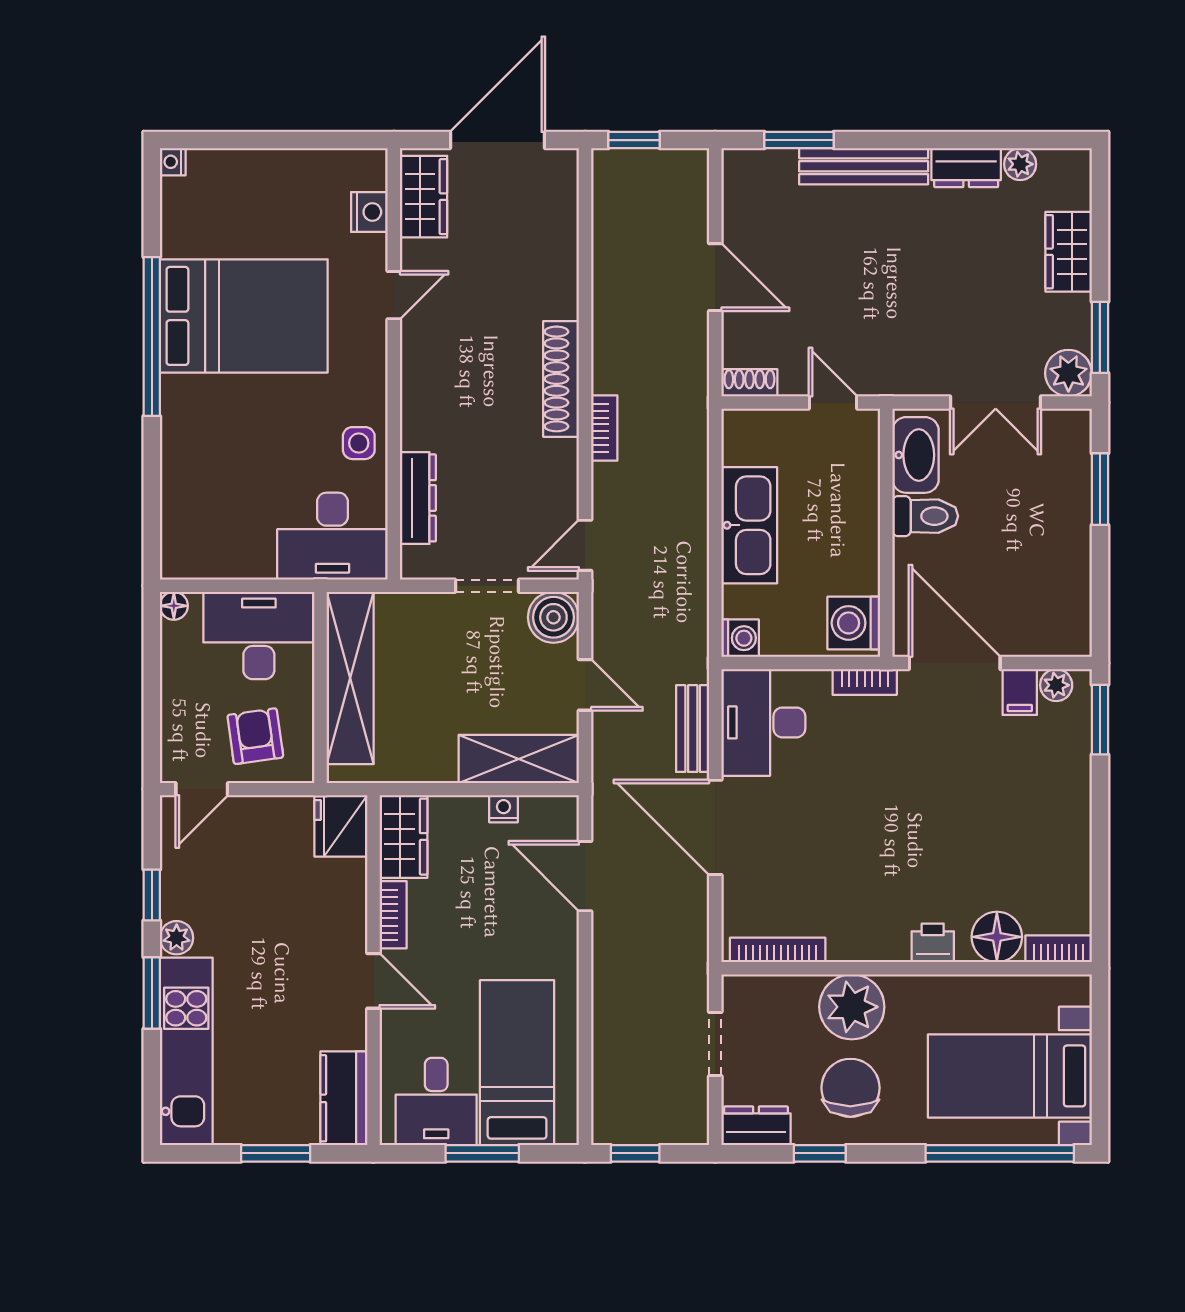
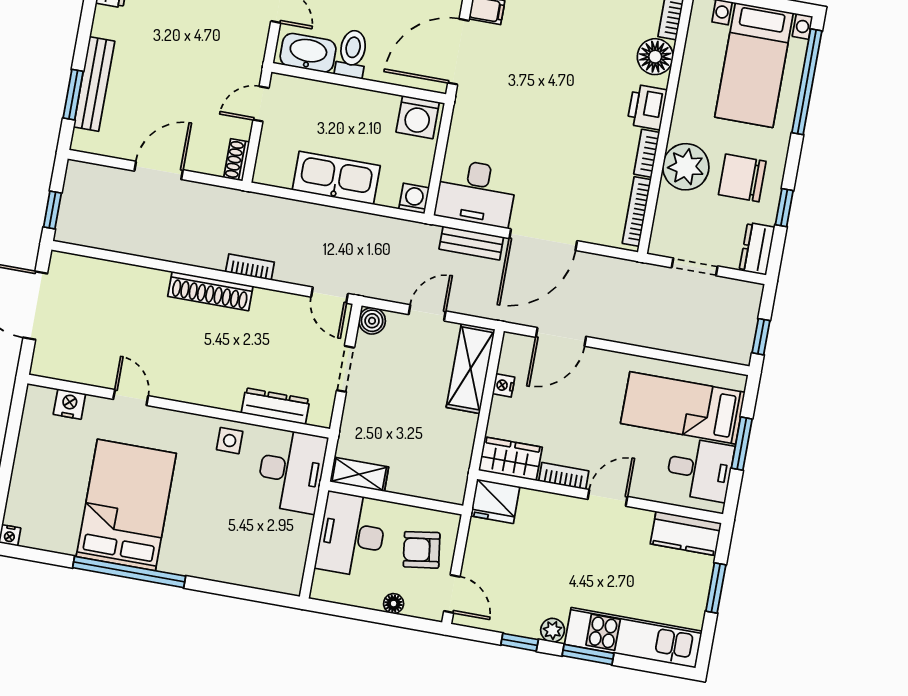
bench: (864, 166) -> (94, 84), moved
wardrobe: (424, 197) -> (66, 364), removed
floor lamp: (174, 606) -> (394, 604), moved
boiler: (553, 617) -> (372, 321), width x0.73, depth x0.73
shelving: (350, 678) -> (359, 474), width x0.45, depth x0.75
bookcase: (865, 682) -> (647, 153), moved, turned 180
printer: (933, 943) -> (647, 107), width x1.36, depth x1.24

